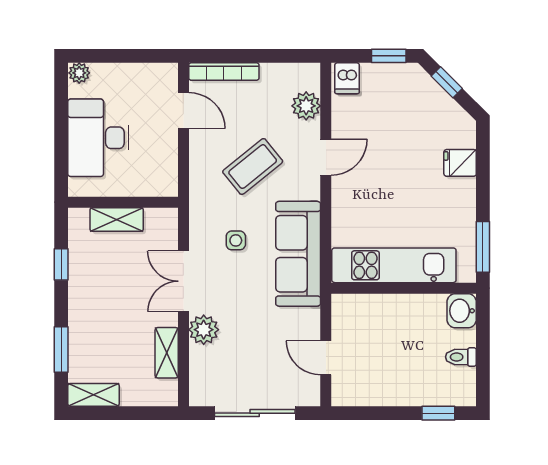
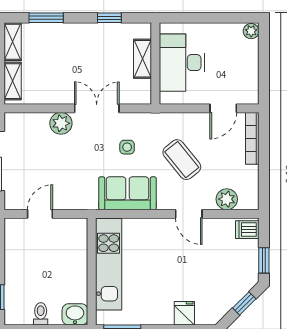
desk: (98, 138) -> (182, 63), moved, turned -90
sofa: (298, 254) -> (127, 193), width x0.73
shelving: (167, 353) -> (13, 81), moved, turned 90

